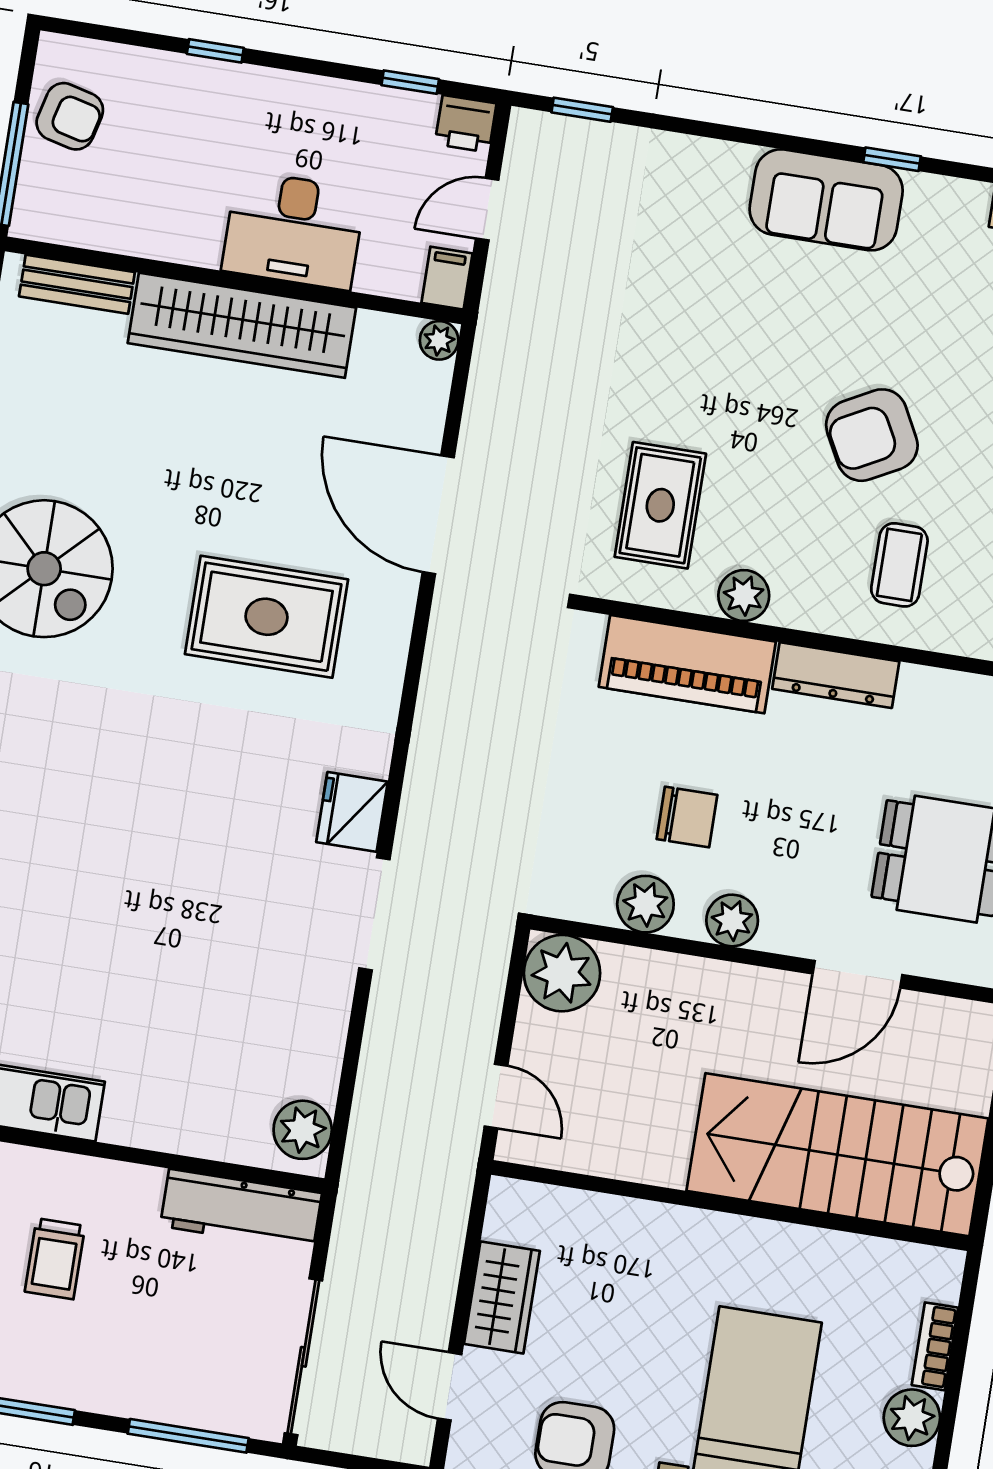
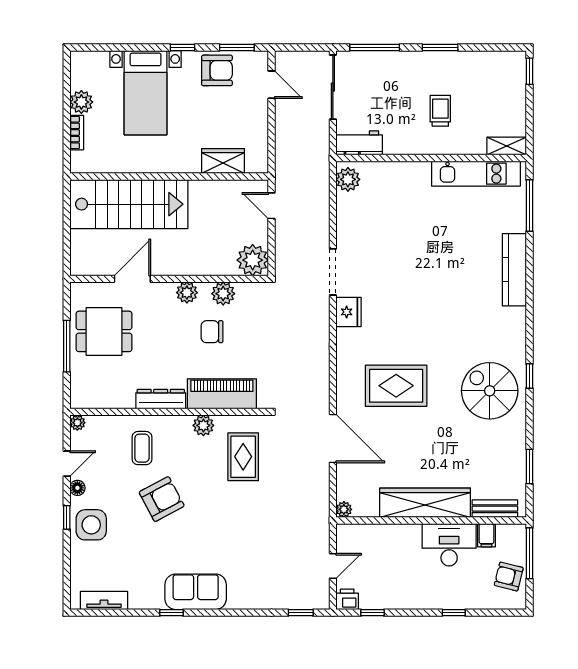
desk: (294, 230) -> (449, 545), moved
filing cabinet: (447, 278) -> (487, 535), moved
workbench: (241, 1210) -> (359, 143), width x0.73
wardrobe: (502, 1297) -> (223, 161), moved, turned 90

